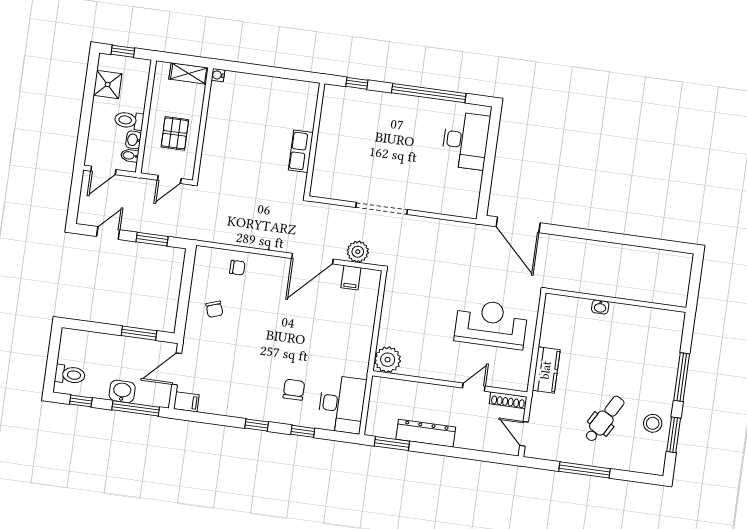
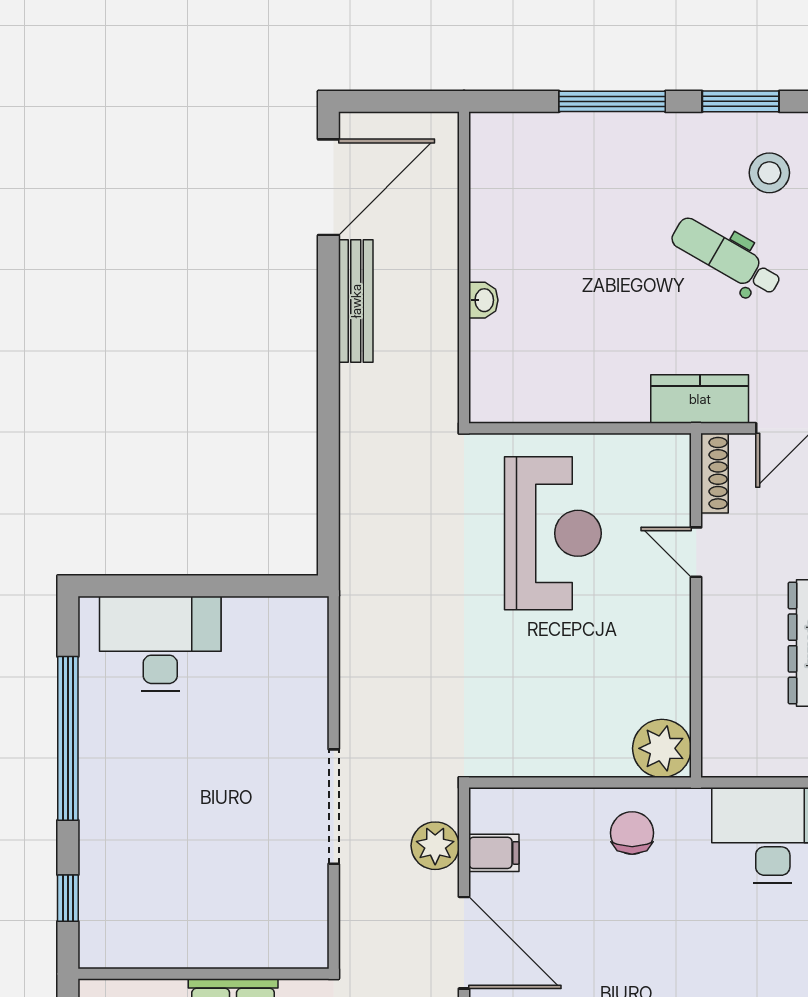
door: (518, 225) -> (328, 187), moved
bench: (608, 250) -> (356, 301), added
reception desk: (491, 324) -> (553, 533), turned 180
kitchen counter: (546, 370) -> (700, 399), moved
chair: (294, 390) -> (632, 833), moved, turned 90
stool: (653, 423) -> (769, 173), moved

